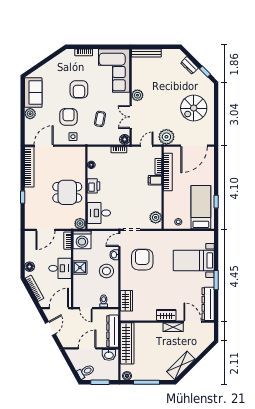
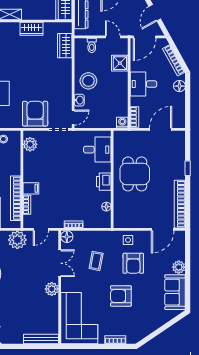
armchair: (79, 89) -> (121, 296), turned -90
dining table: (67, 192) -> (135, 174), turned 90
plant: (80, 224) -> (120, 137), removed
washing machine: (82, 240) -> (122, 123), width x0.53, depth x0.53
armchair: (142, 260) -> (35, 114), moved, turned 180
shower: (80, 267) -> (120, 63), moved
wardrobe: (166, 315) -> (32, 29), moved

